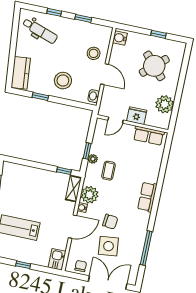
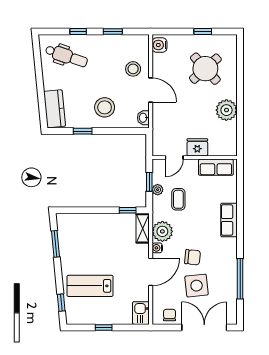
fridge: (137, 116) -> (197, 147), moved
door: (116, 120) -> (174, 158), moved
wall: (133, 124) -> (195, 158), moved
row of seats: (149, 136) -> (216, 167), moved

